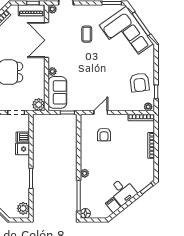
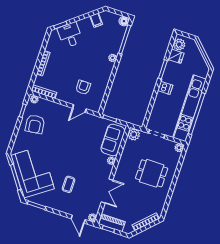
double door: (47, 40) -> (107, 191), width x0.73
armchair: (139, 82) -> (35, 124), turned 180
dishwasher: (23, 137) -> (165, 88), moved
fridge: (22, 149) -> (176, 56), moved
desk: (123, 191) -> (70, 35), moved

